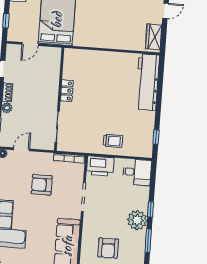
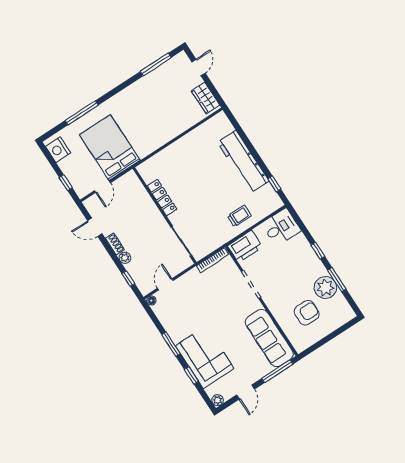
workbench: (147, 82) -> (243, 162), moved
locker: (67, 91) -> (162, 198), width x1.53
armchair: (42, 185) -> (206, 302), removed
plant: (137, 220) -> (325, 287), moved
armchair: (108, 248) -> (307, 313), turned -90

